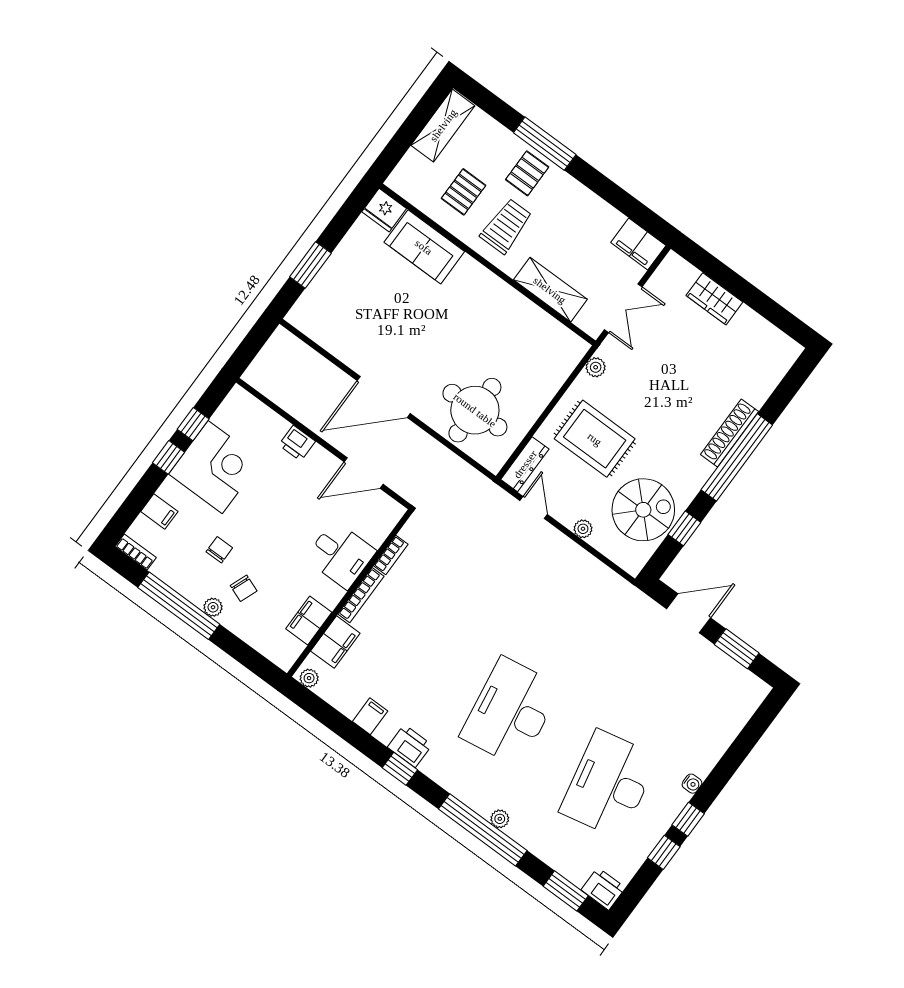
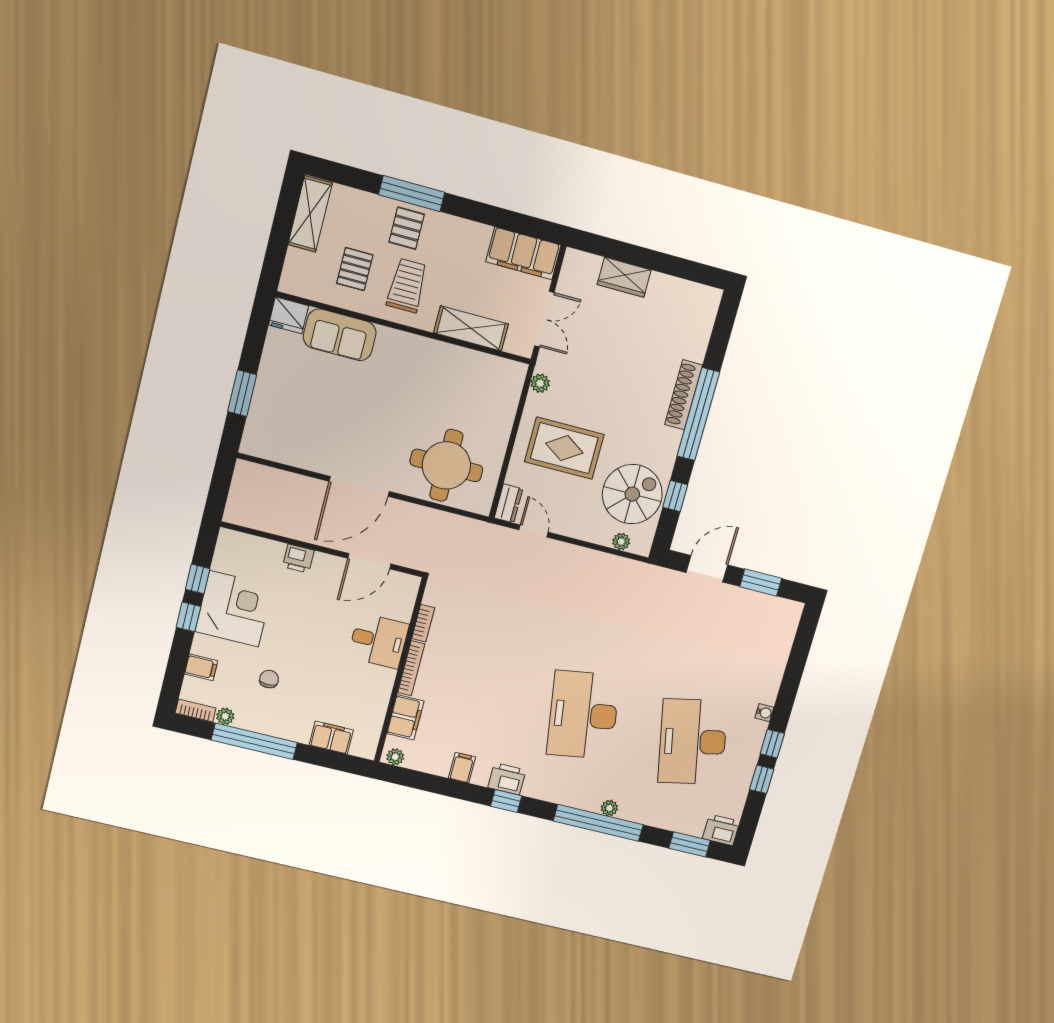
filing cabinet: (638, 244) -> (523, 253), width x1.50, depth x1.17
dresser: (525, 464) -> (509, 503), width x0.70
plant: (583, 529) -> (621, 542), moved
chair: (244, 588) -> (305, 704), removed
plant: (213, 607) -> (225, 716), moved
filing cabinet: (309, 620) -> (331, 737), moved, turned 90

